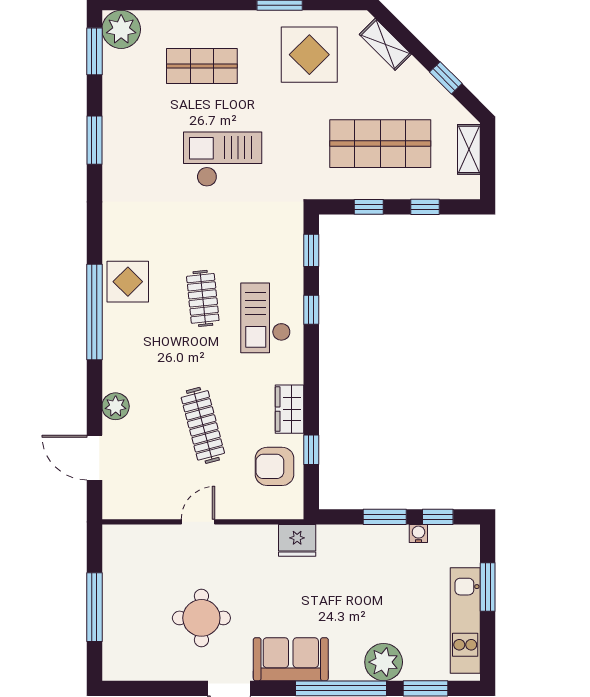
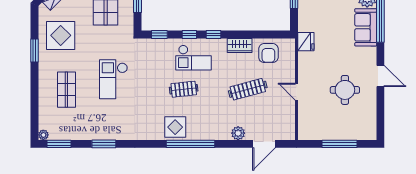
plant: (121, 29) -> (43, 135), width x0.53, depth x0.53
window: (311, 450) -> (213, 35), moved
sofa: (291, 659) -> (366, 27), moved

